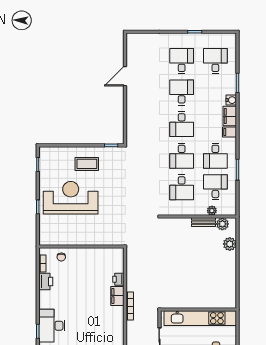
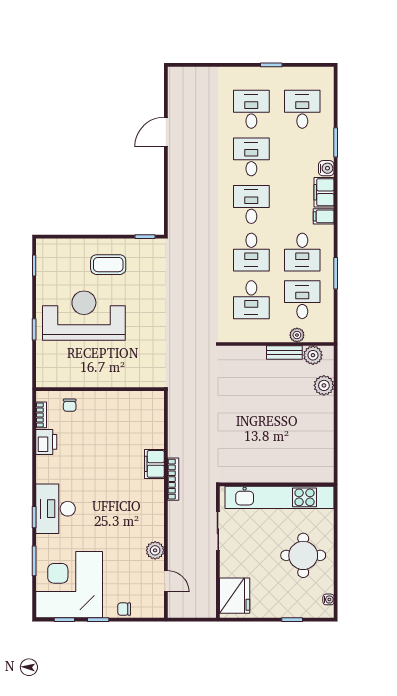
desk: (182, 124) -> (251, 204), turned 180
printer: (118, 279) -> (156, 439), removed

